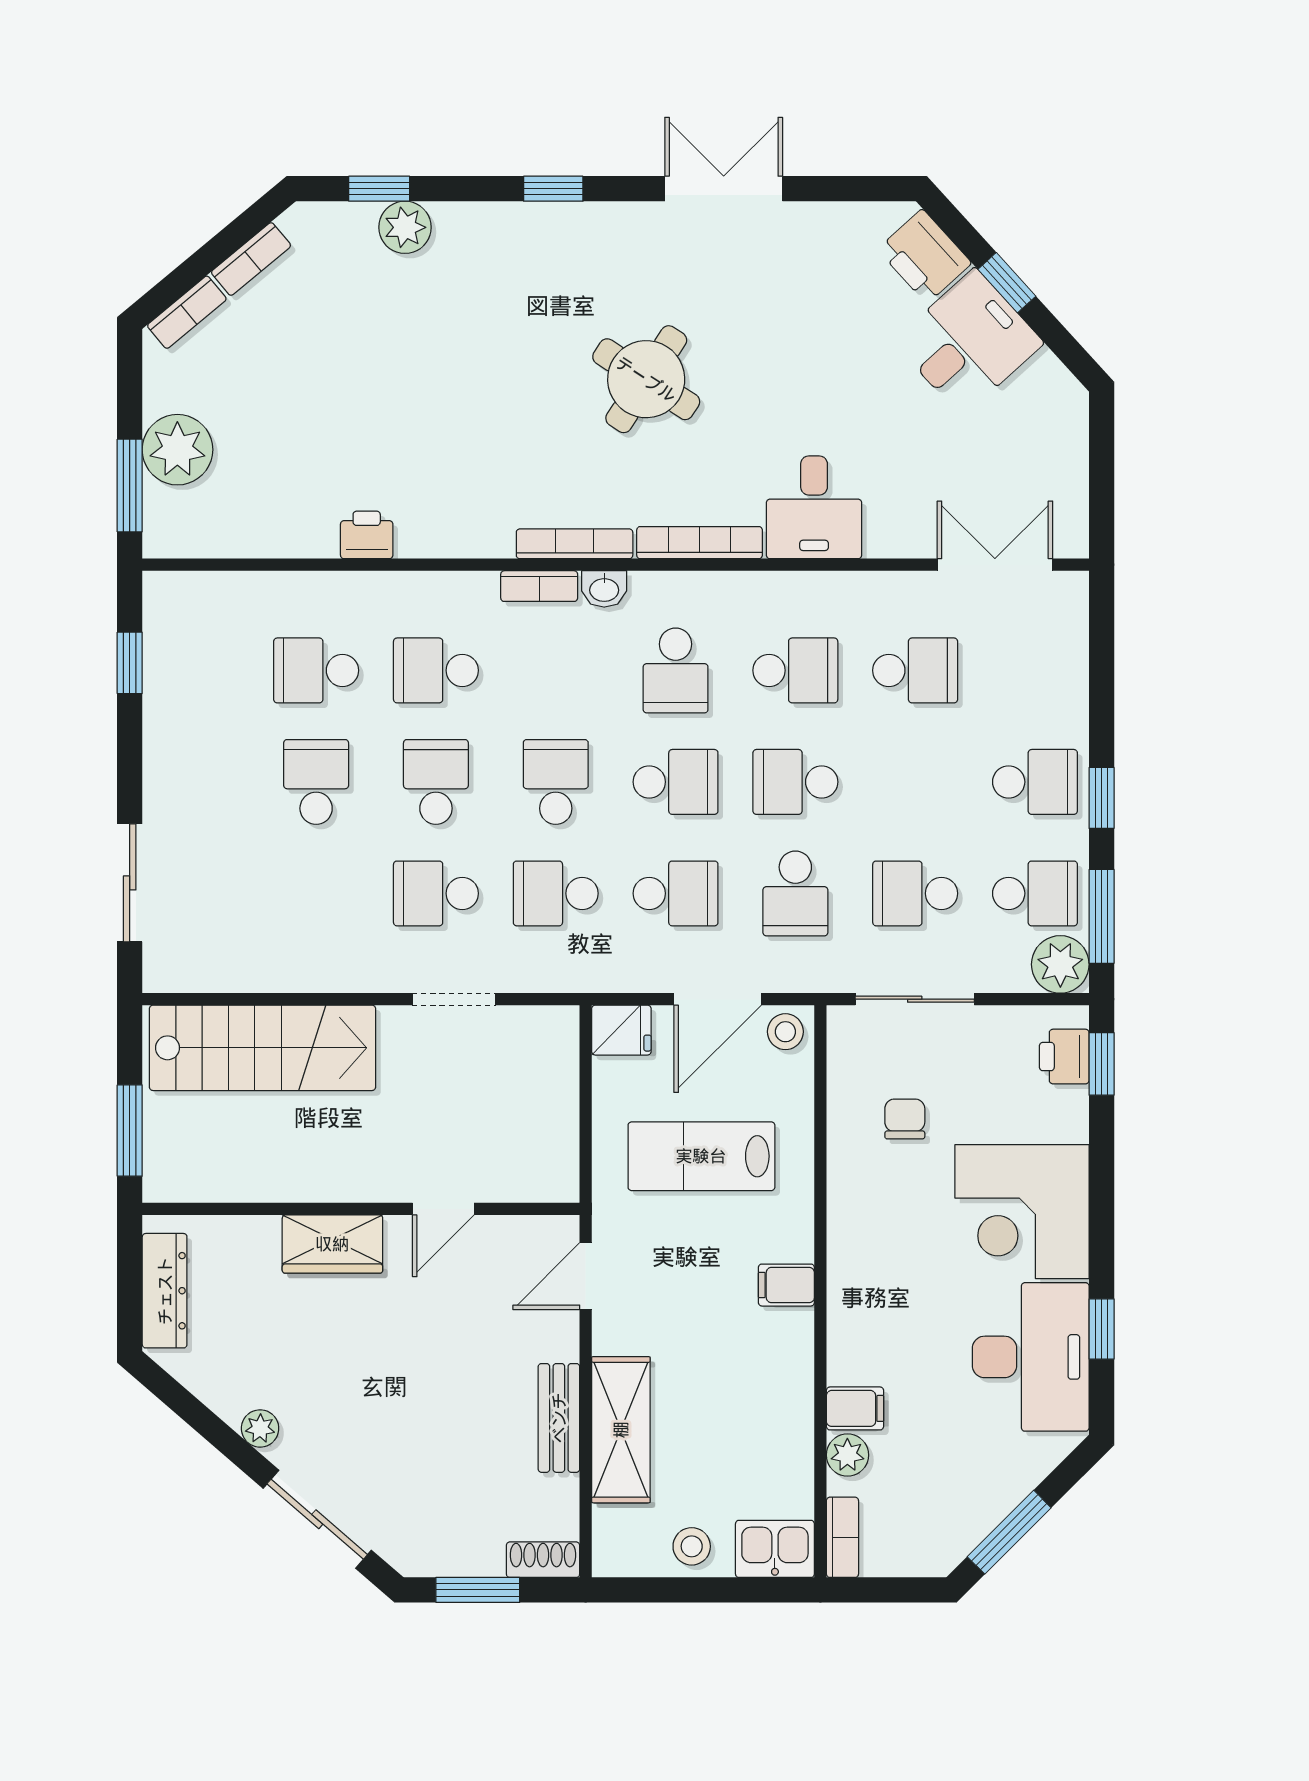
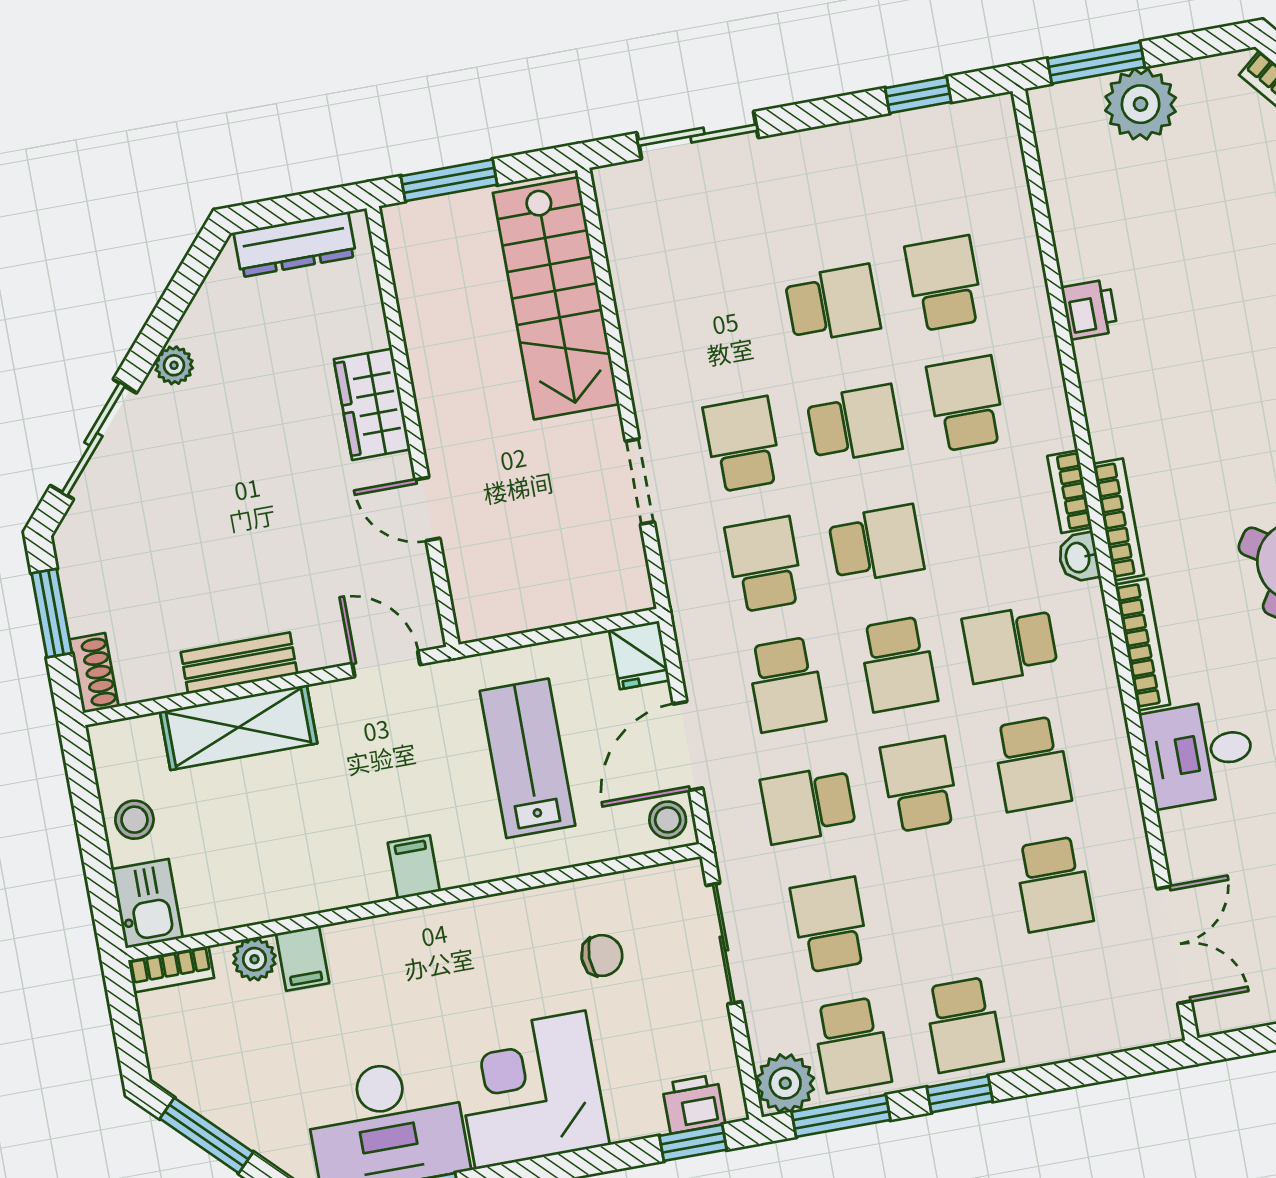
door: (718, 999) -> (688, 746), hinge flipped

